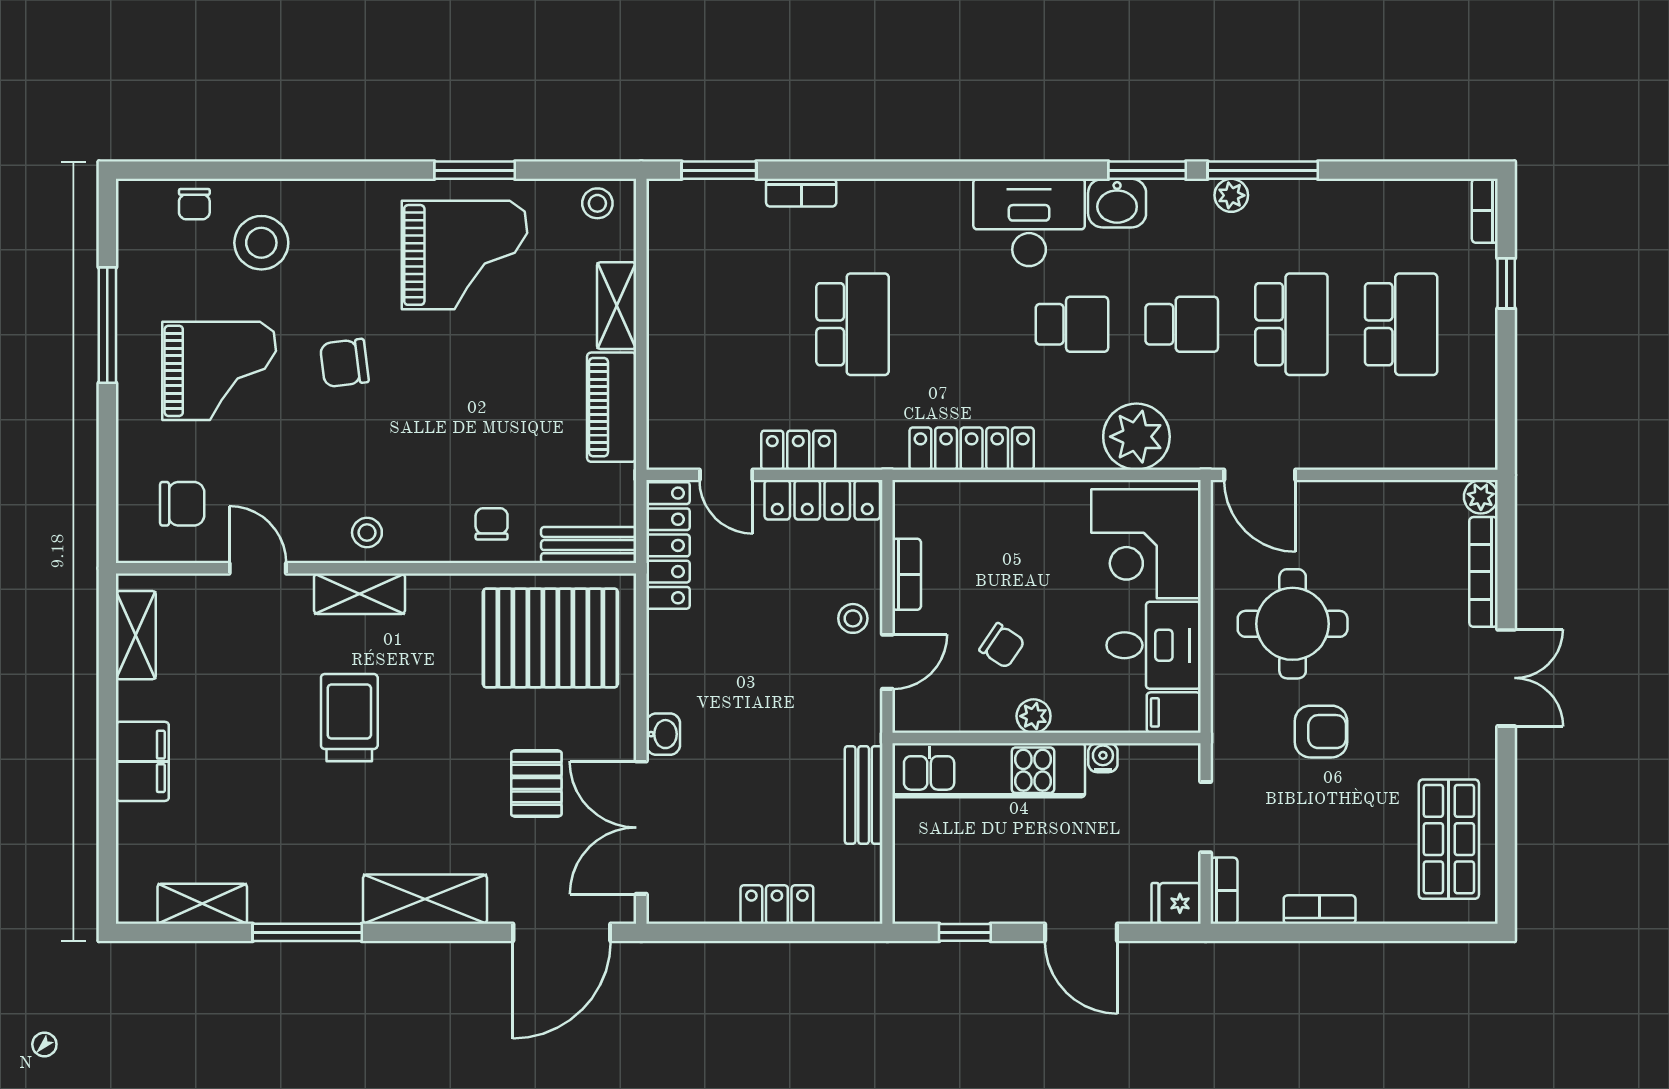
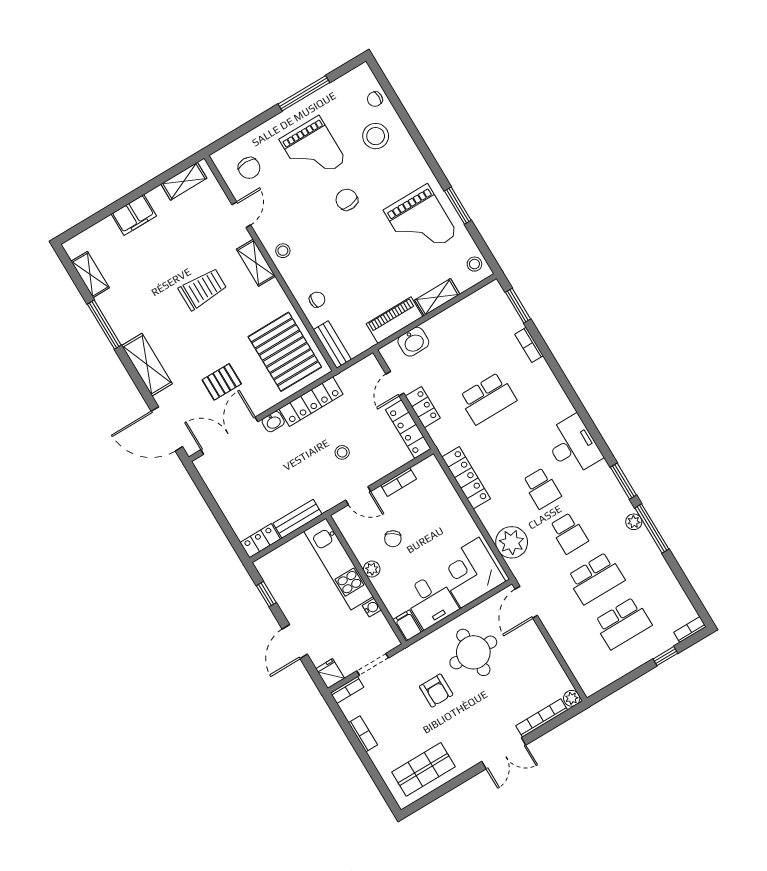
washbasin: (1117, 203) -> (413, 342), moved, turned -90
locker: (668, 545) -> (311, 402), moved
stool: (853, 618) -> (342, 452), moved
locker: (777, 905) -> (260, 541), moved, turned -90

